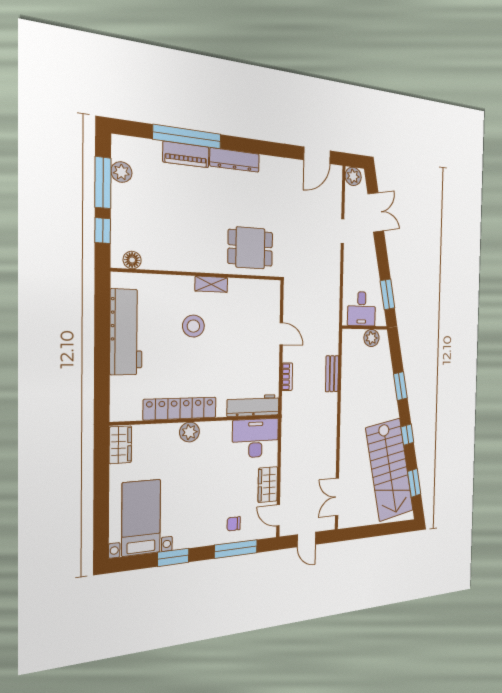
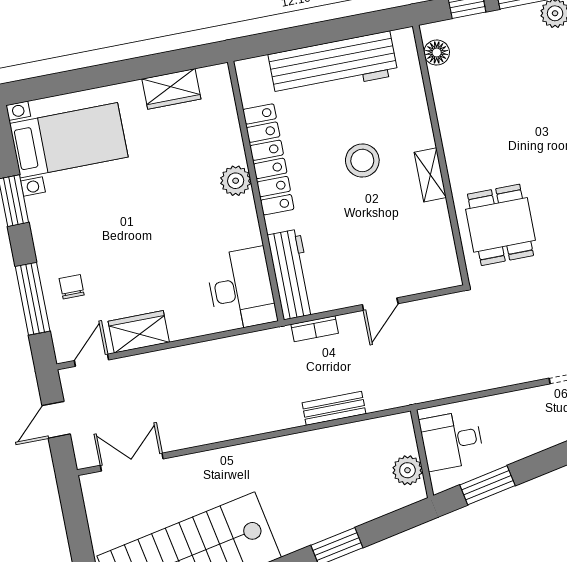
workbench: (253, 406) -> (291, 274), moved
locker: (180, 409) -> (268, 159), moved
wall: (199, 420) -> (256, 191), moved
plant: (189, 432) -> (236, 181), moved
desk: (256, 438) -> (241, 289), moved

